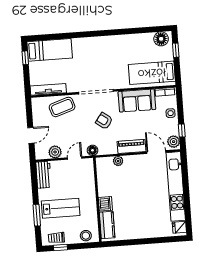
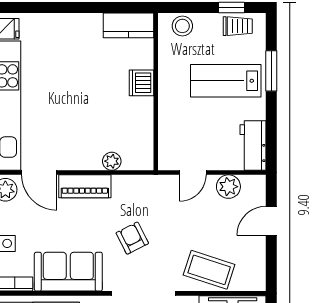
coffee table: (62, 107) -> (209, 270), turned 36
armchair: (104, 121) -> (132, 238), turned -153
floor lamp: (92, 150) -> (158, 185), removed
kitchen counter: (107, 225) -> (129, 25), moved, turned -90

